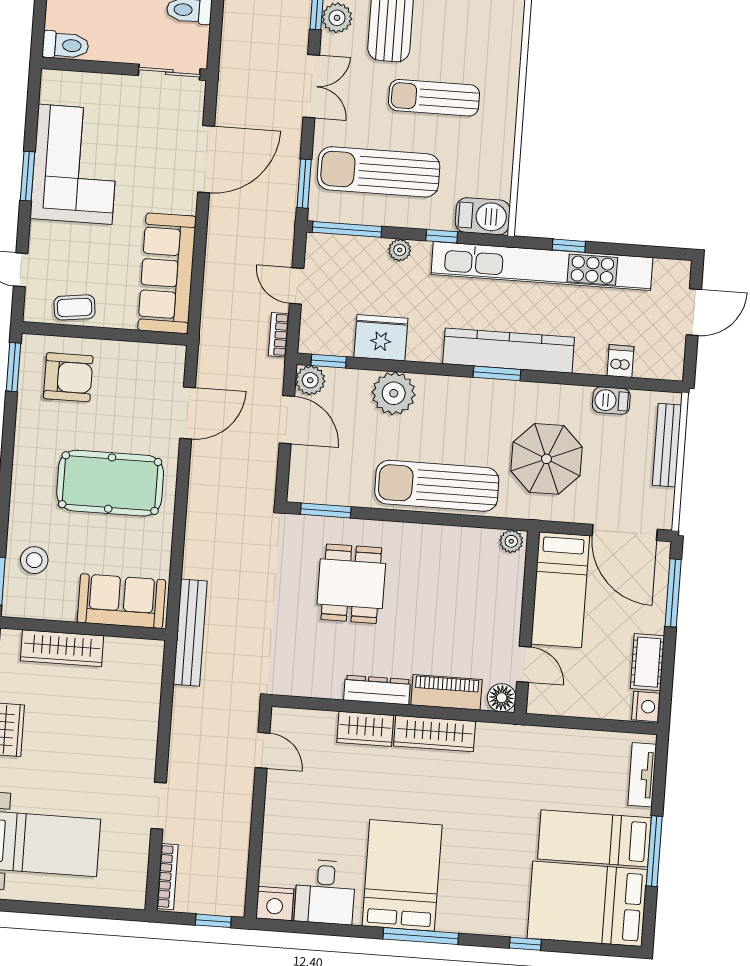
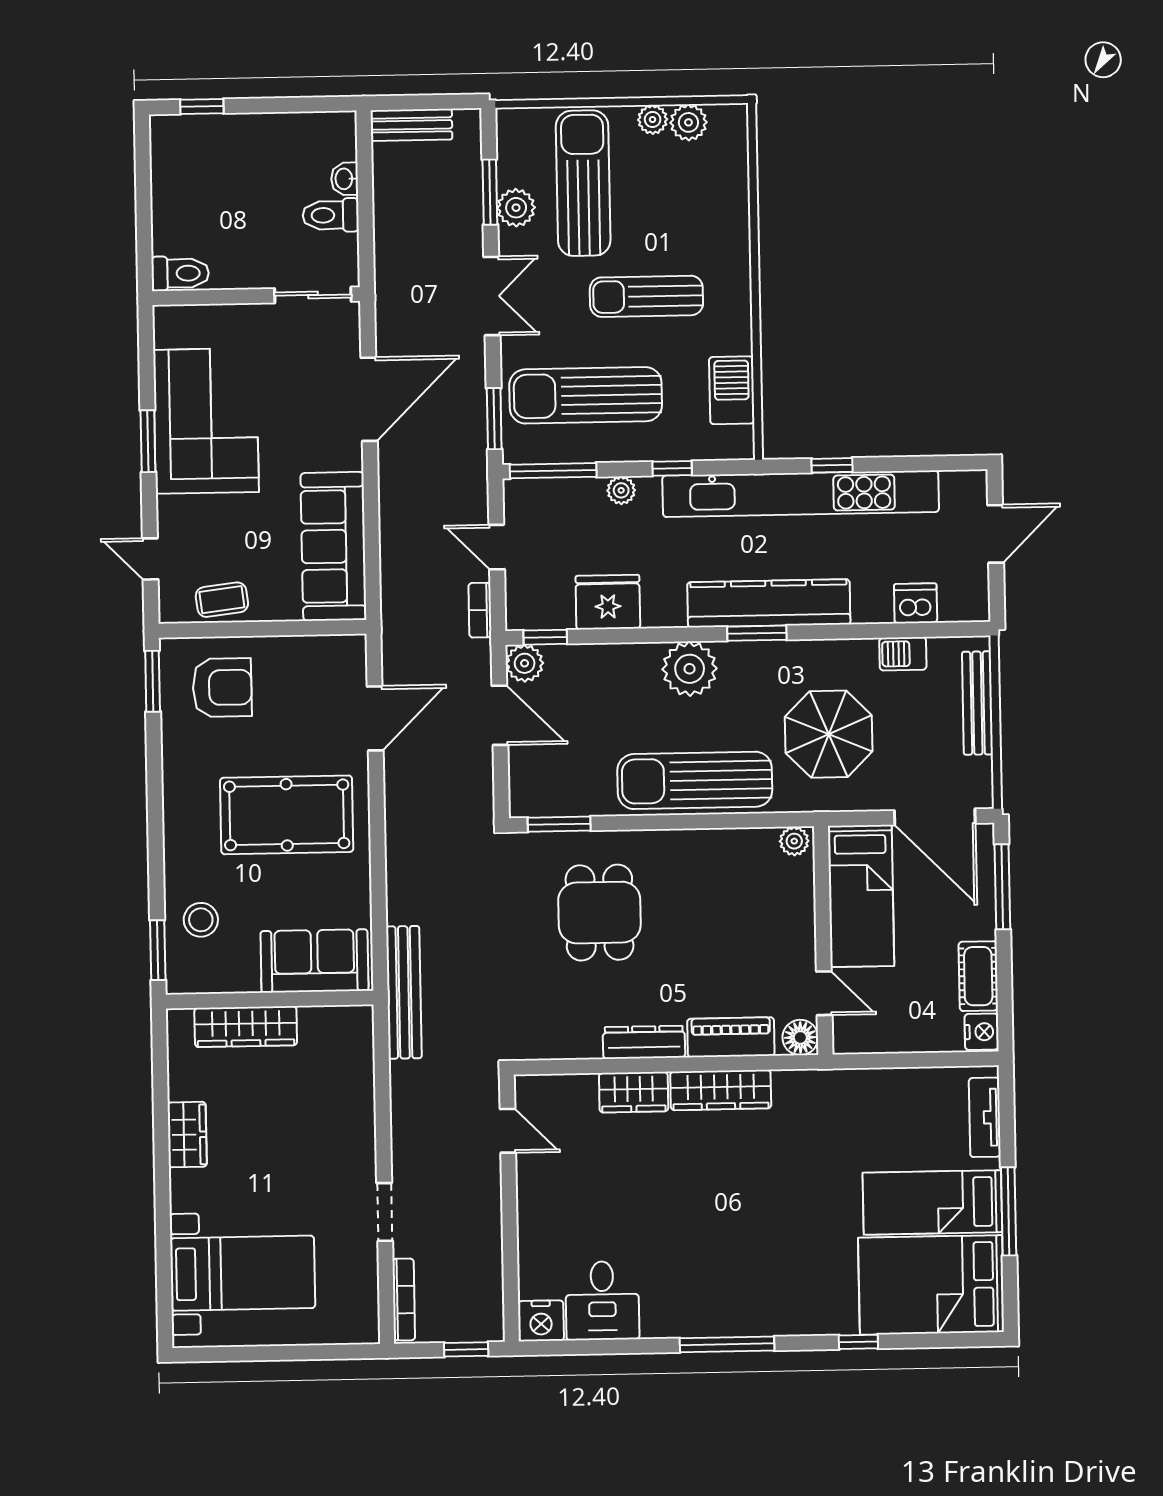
barbecue: (483, 216) -> (732, 390), moved, turned -90
dishwasher: (620, 361) -> (916, 603), width x1.38
plant: (394, 393) -> (690, 669), moved
bed: (402, 875) -> (697, 1271), removed

